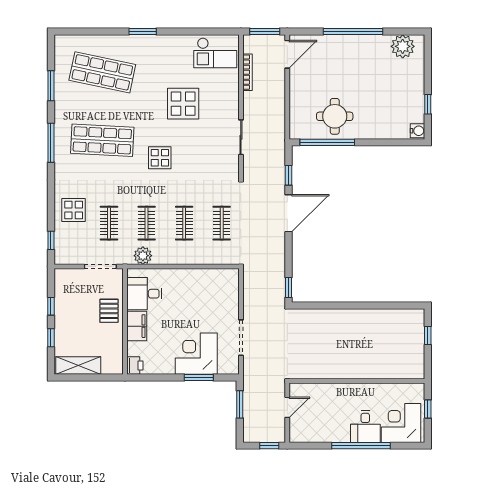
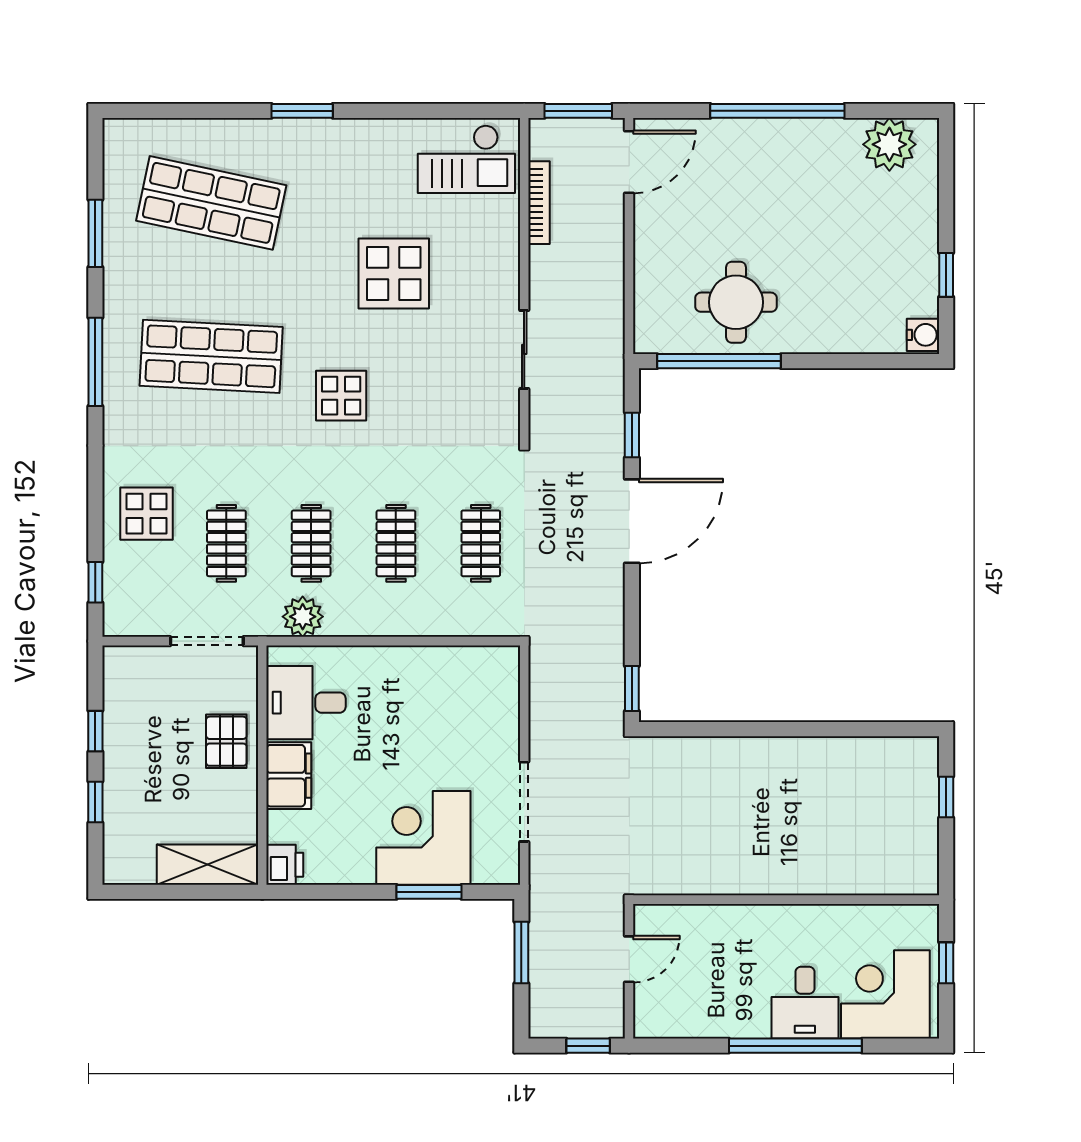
shelving: (78, 365) -> (207, 865), moved

